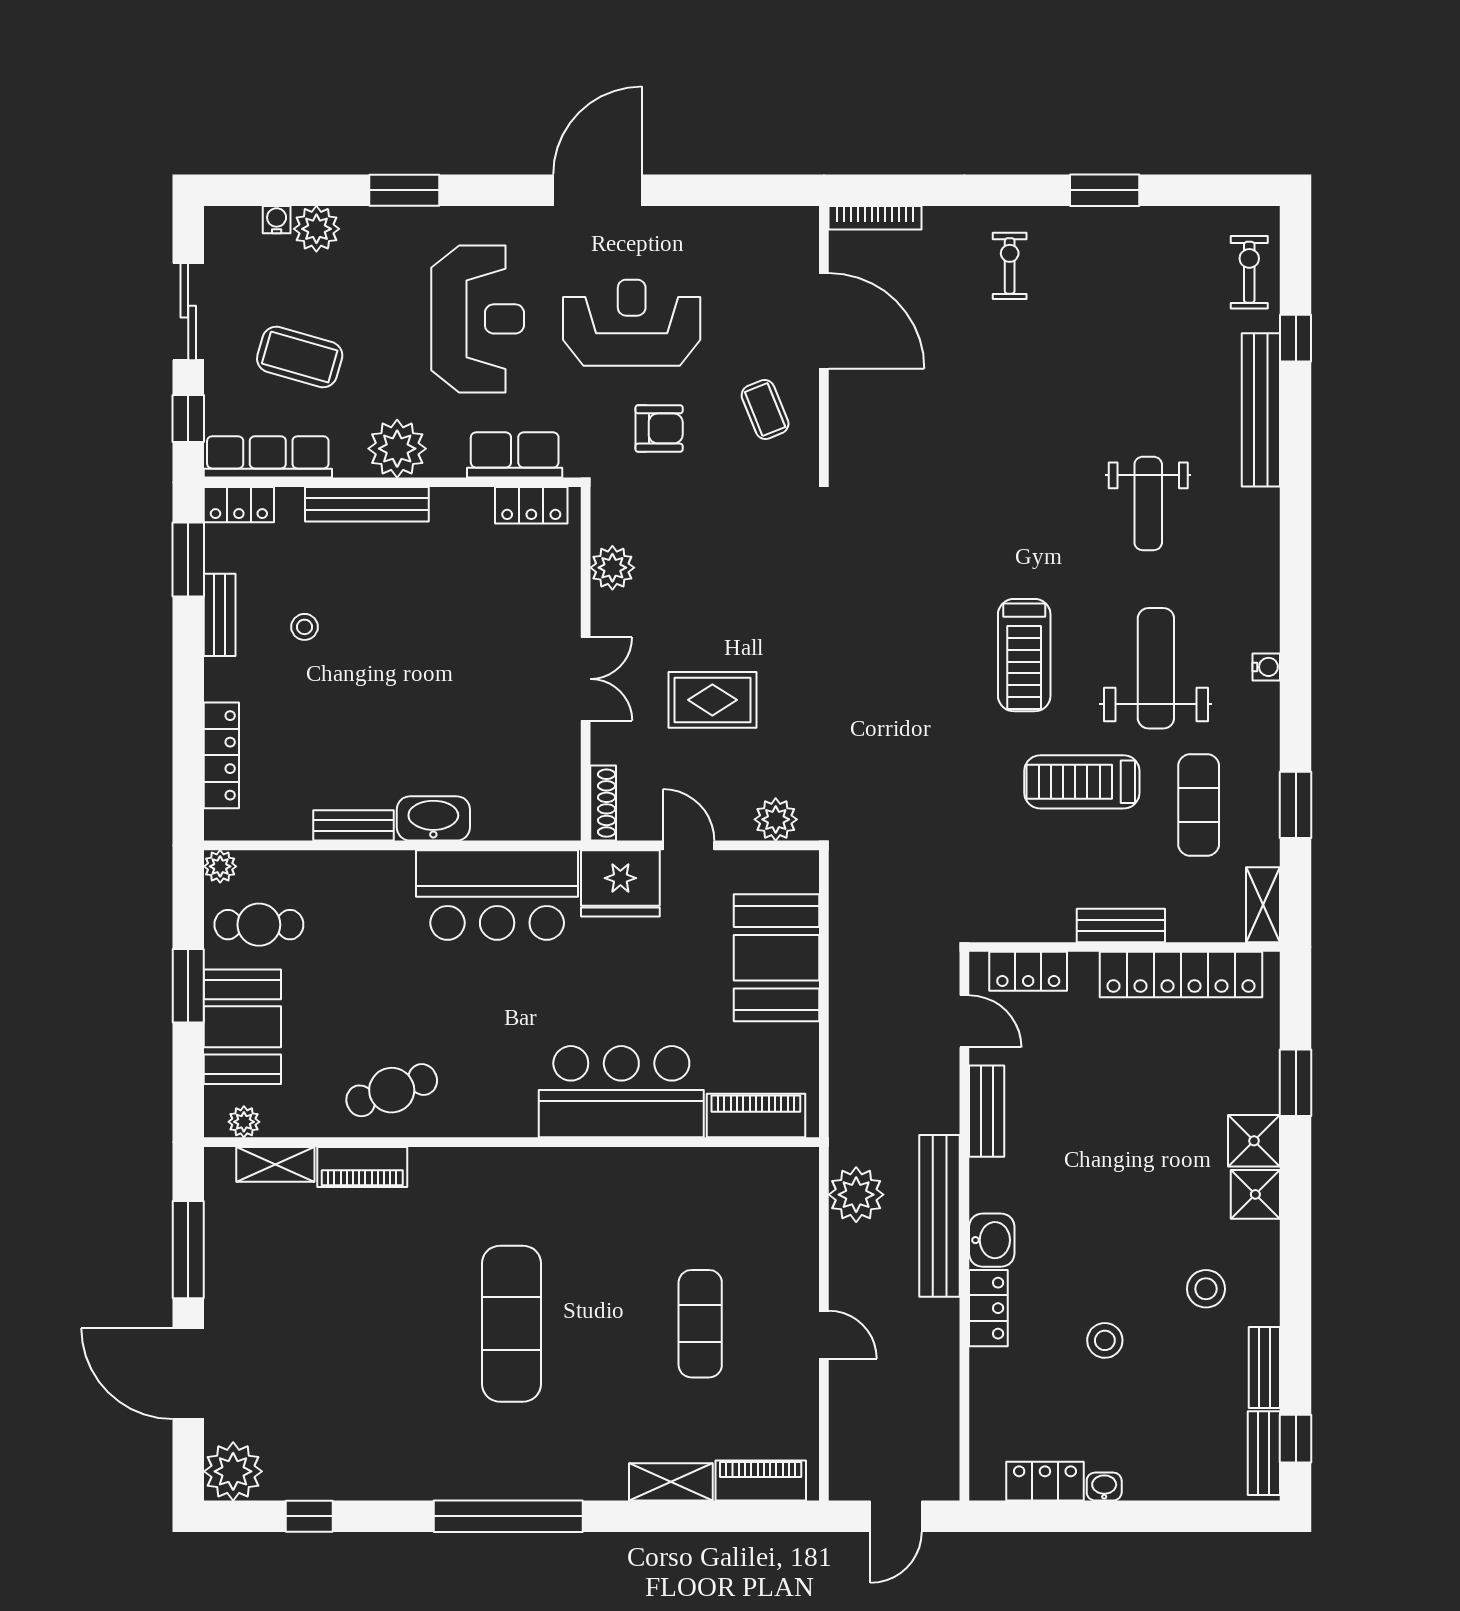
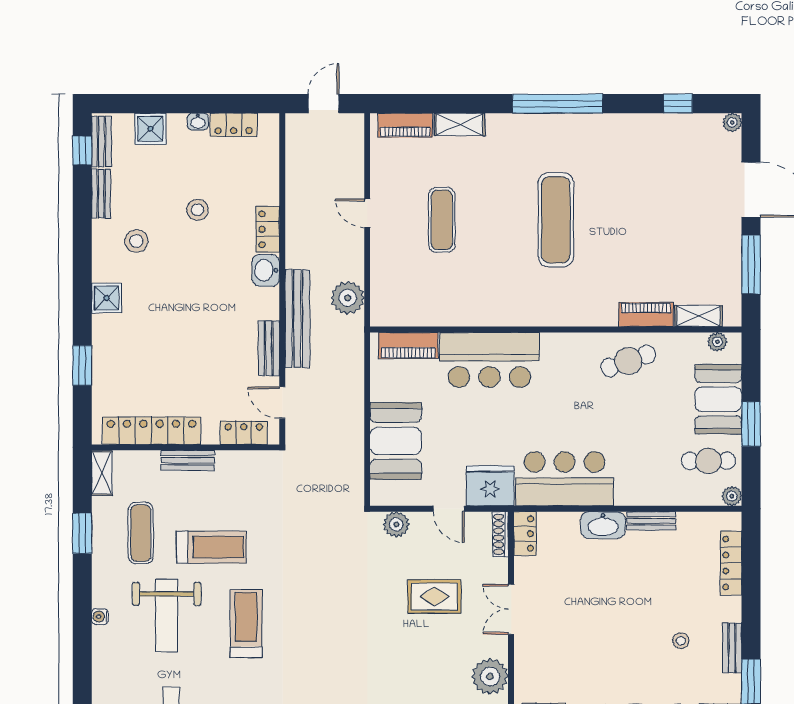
plant: (612, 568) -> (490, 676), width x1.36, depth x1.36
locker: (563, 804) -> (525, 534), added
shower: (1254, 1141) -> (150, 129), moved
bench: (940, 1216) -> (297, 319), moved
plant: (233, 1471) -> (732, 122), width x0.53, depth x0.53

